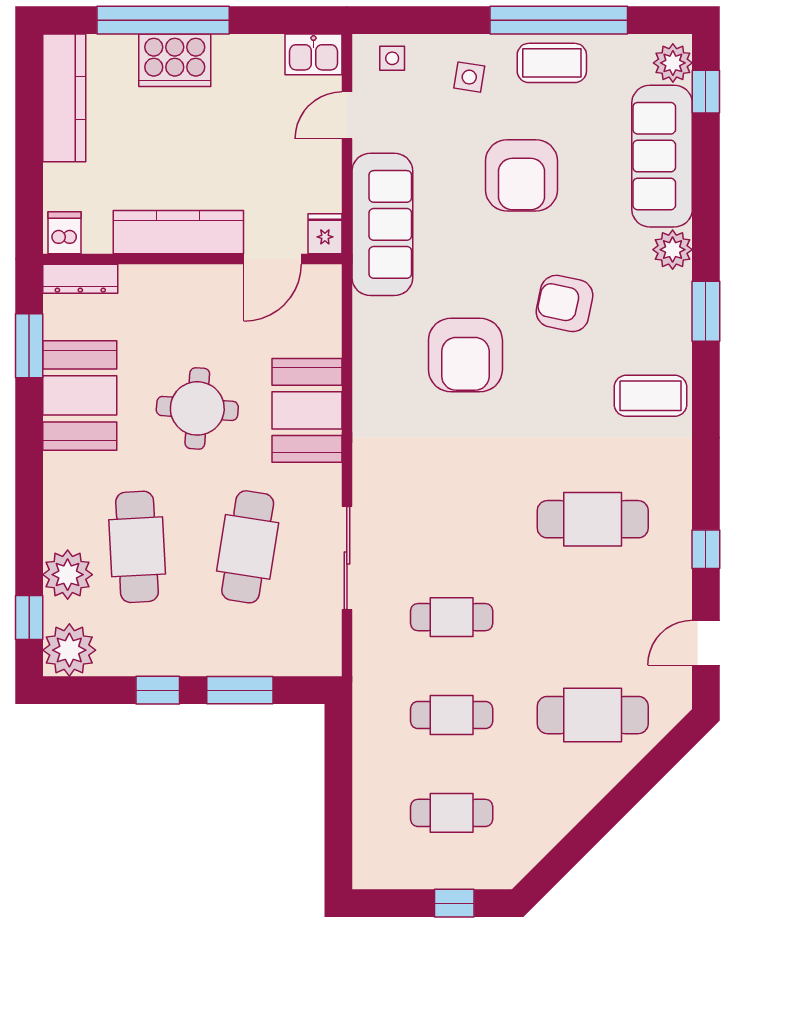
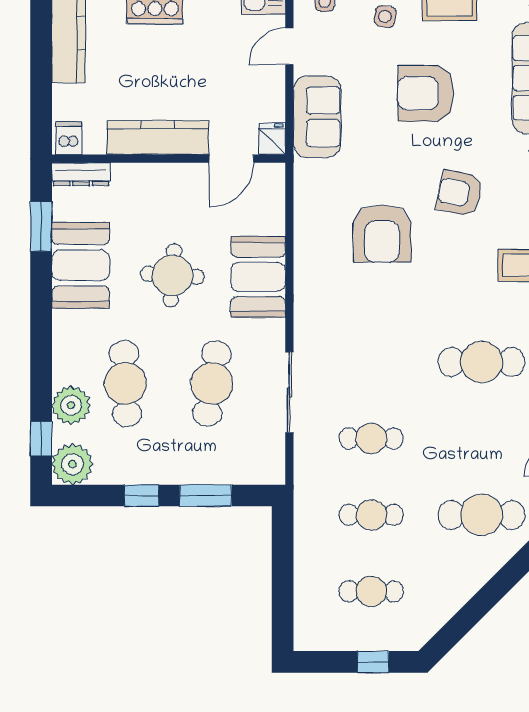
armchair: (521, 175) -> (426, 93), turned 90
sofa: (382, 224) -> (317, 117), width x0.73

